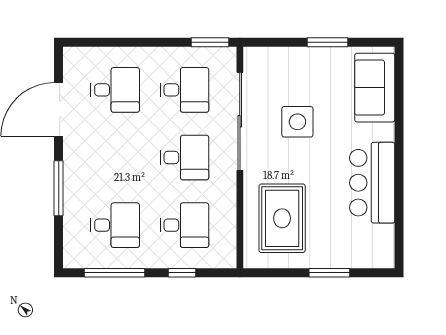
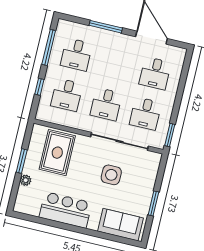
rug: (282, 218) -> (57, 153), turned 90
plant: (339, 259) -> (26, 180), added
window: (329, 273) -> (22, 161), moved

